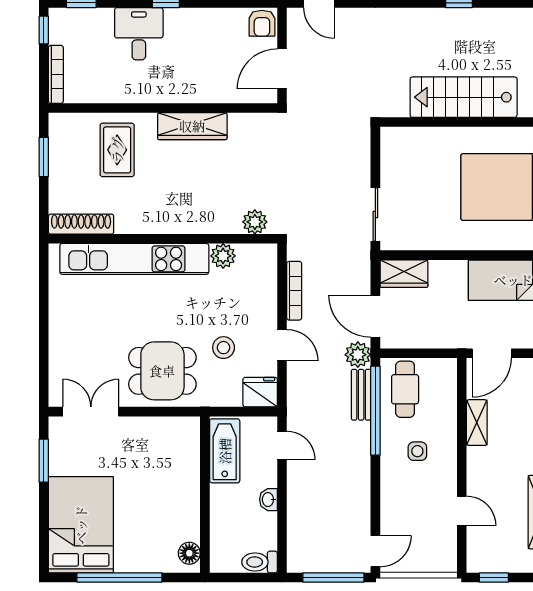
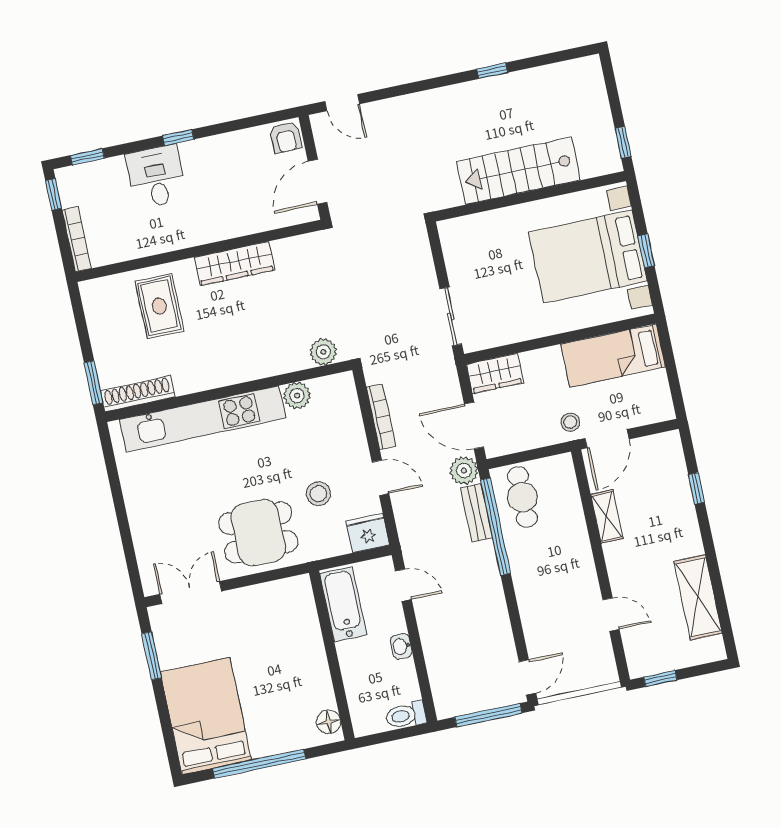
window: (44, 157) -> (93, 383), moved
stool: (462, 331) -> (570, 422), added
side table: (417, 451) -> (550, 561), removed

